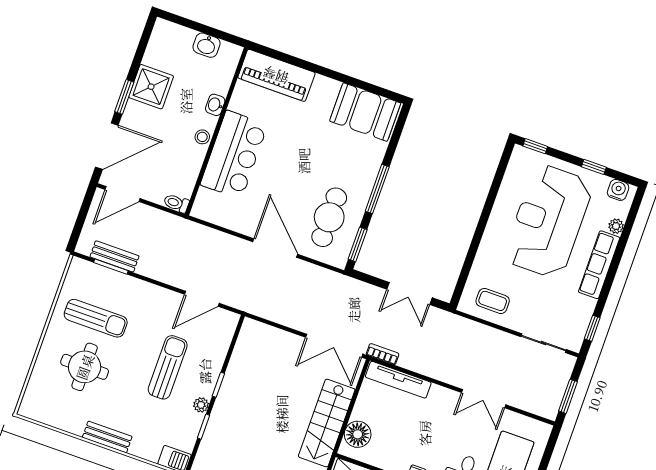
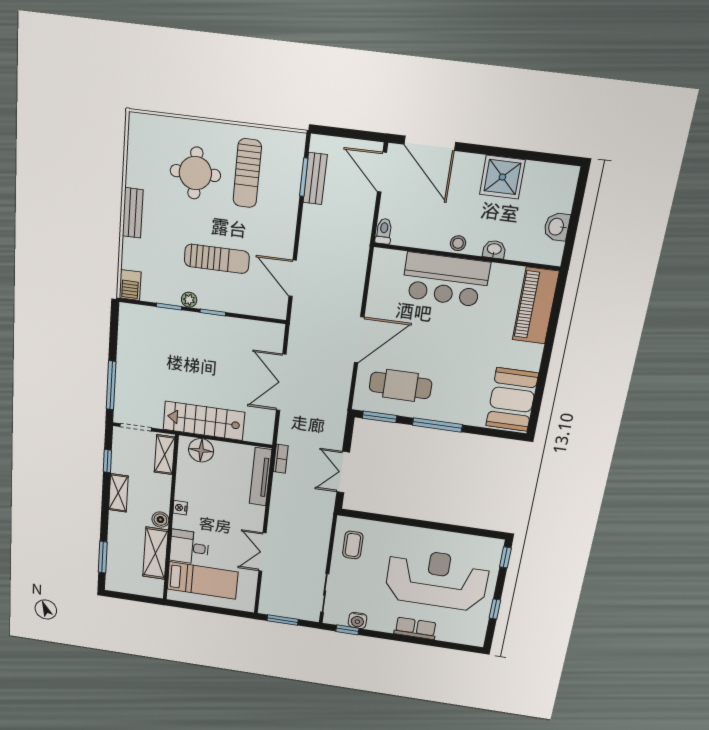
window: (124, 97) -> (486, 150), removed
water cooler: (618, 190) -> (358, 620), moved, turned 90
plant: (616, 226) -> (444, 635), removed
row of seats: (599, 265) -> (415, 628), width x0.68
double door: (334, 346) -> (281, 382), moved

